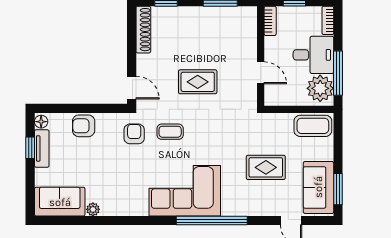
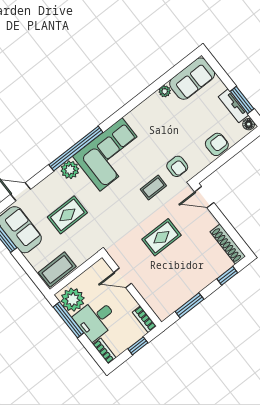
window: (30, 148) -> (242, 100), width x1.50
plant: (232, 206) -> (70, 170), added

